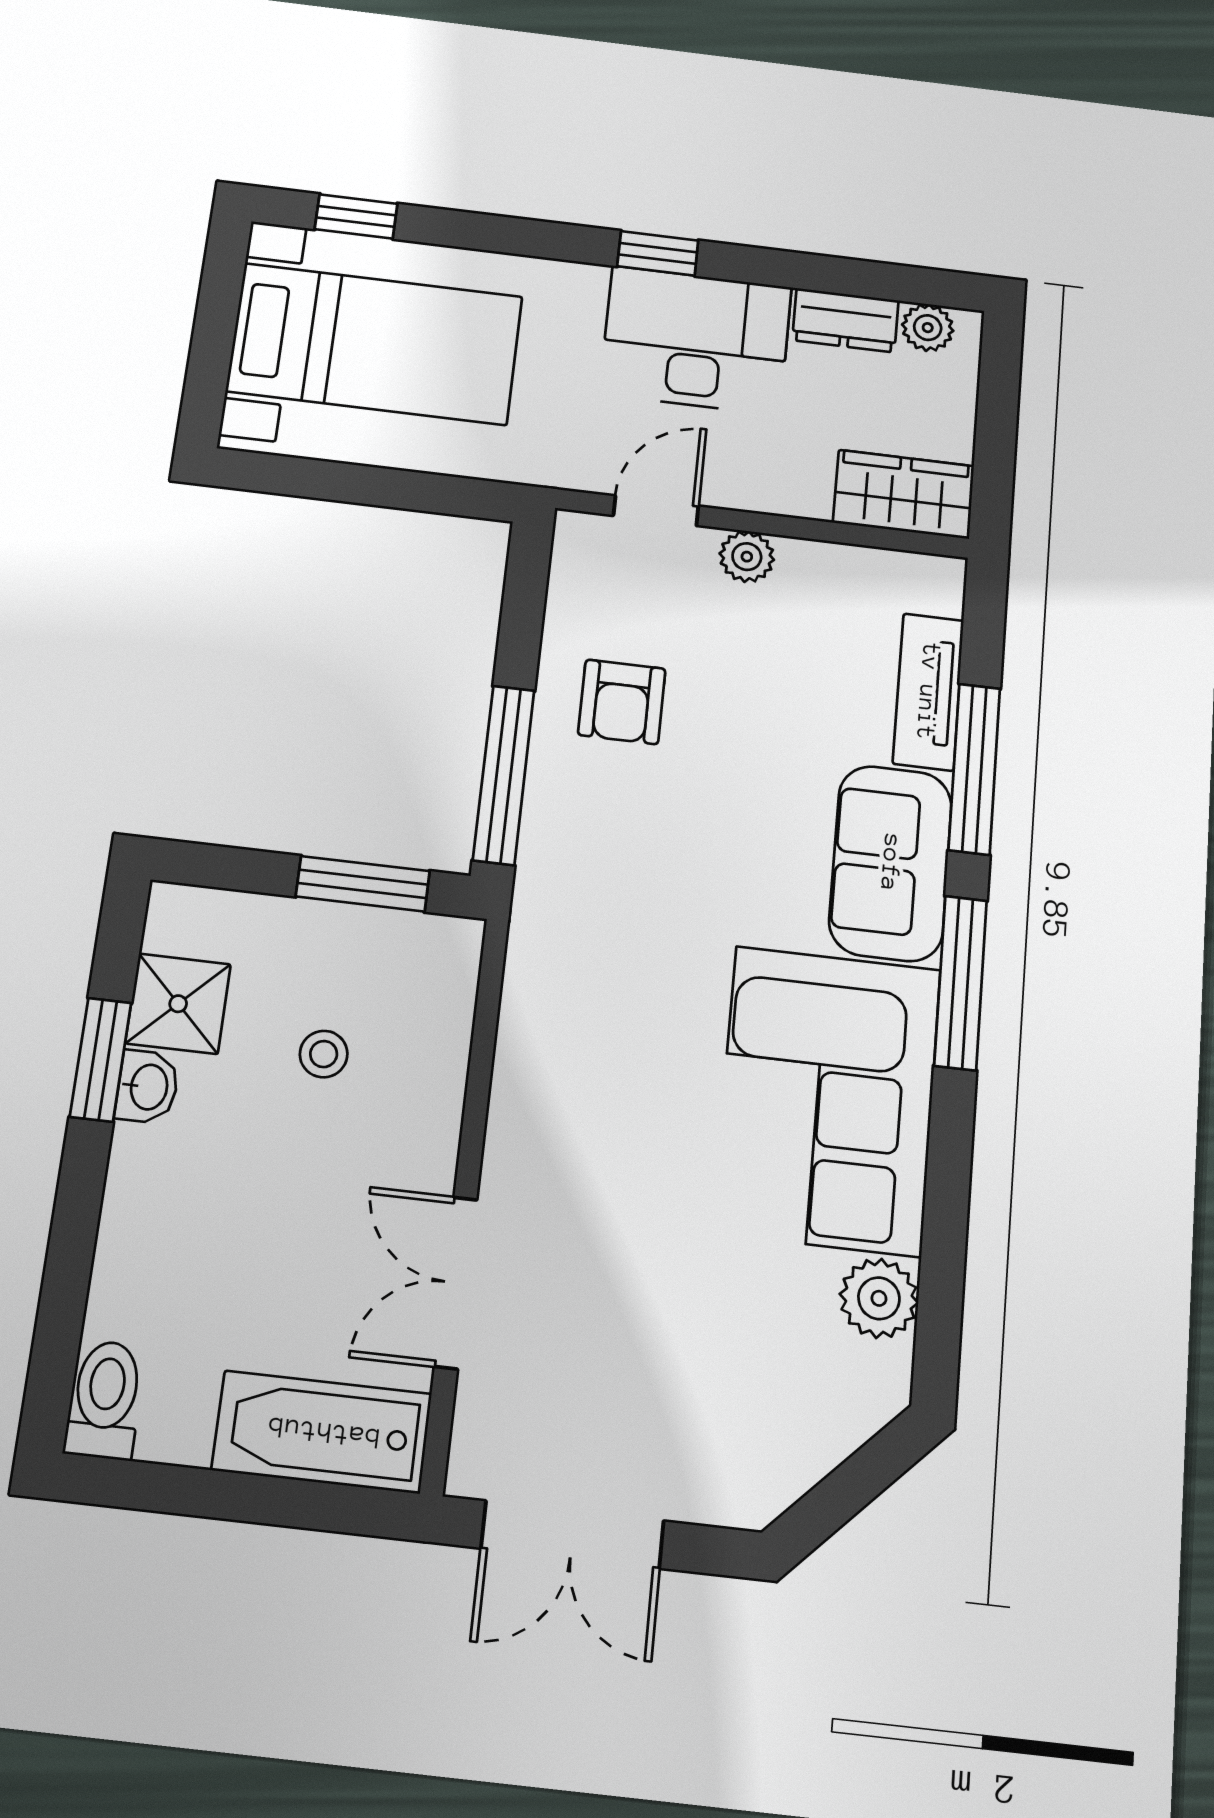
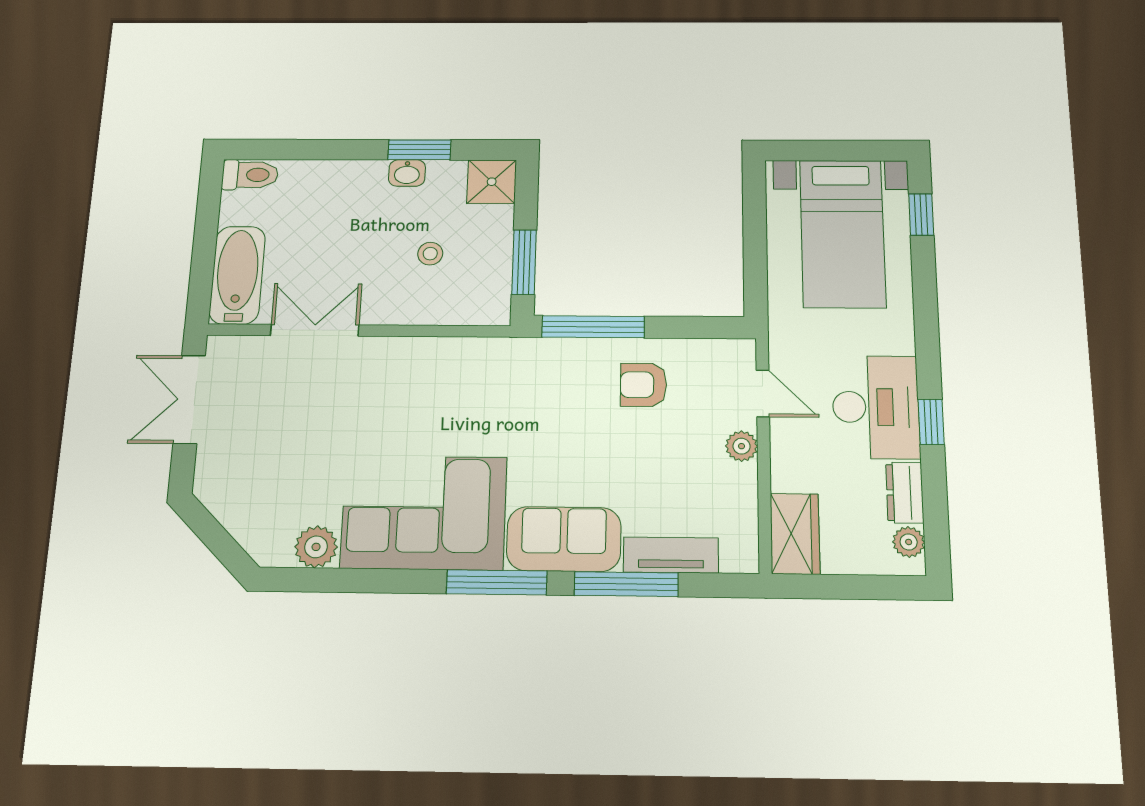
window: (658, 253) -> (931, 422), moved
shower: (178, 1004) -> (492, 182), moved

